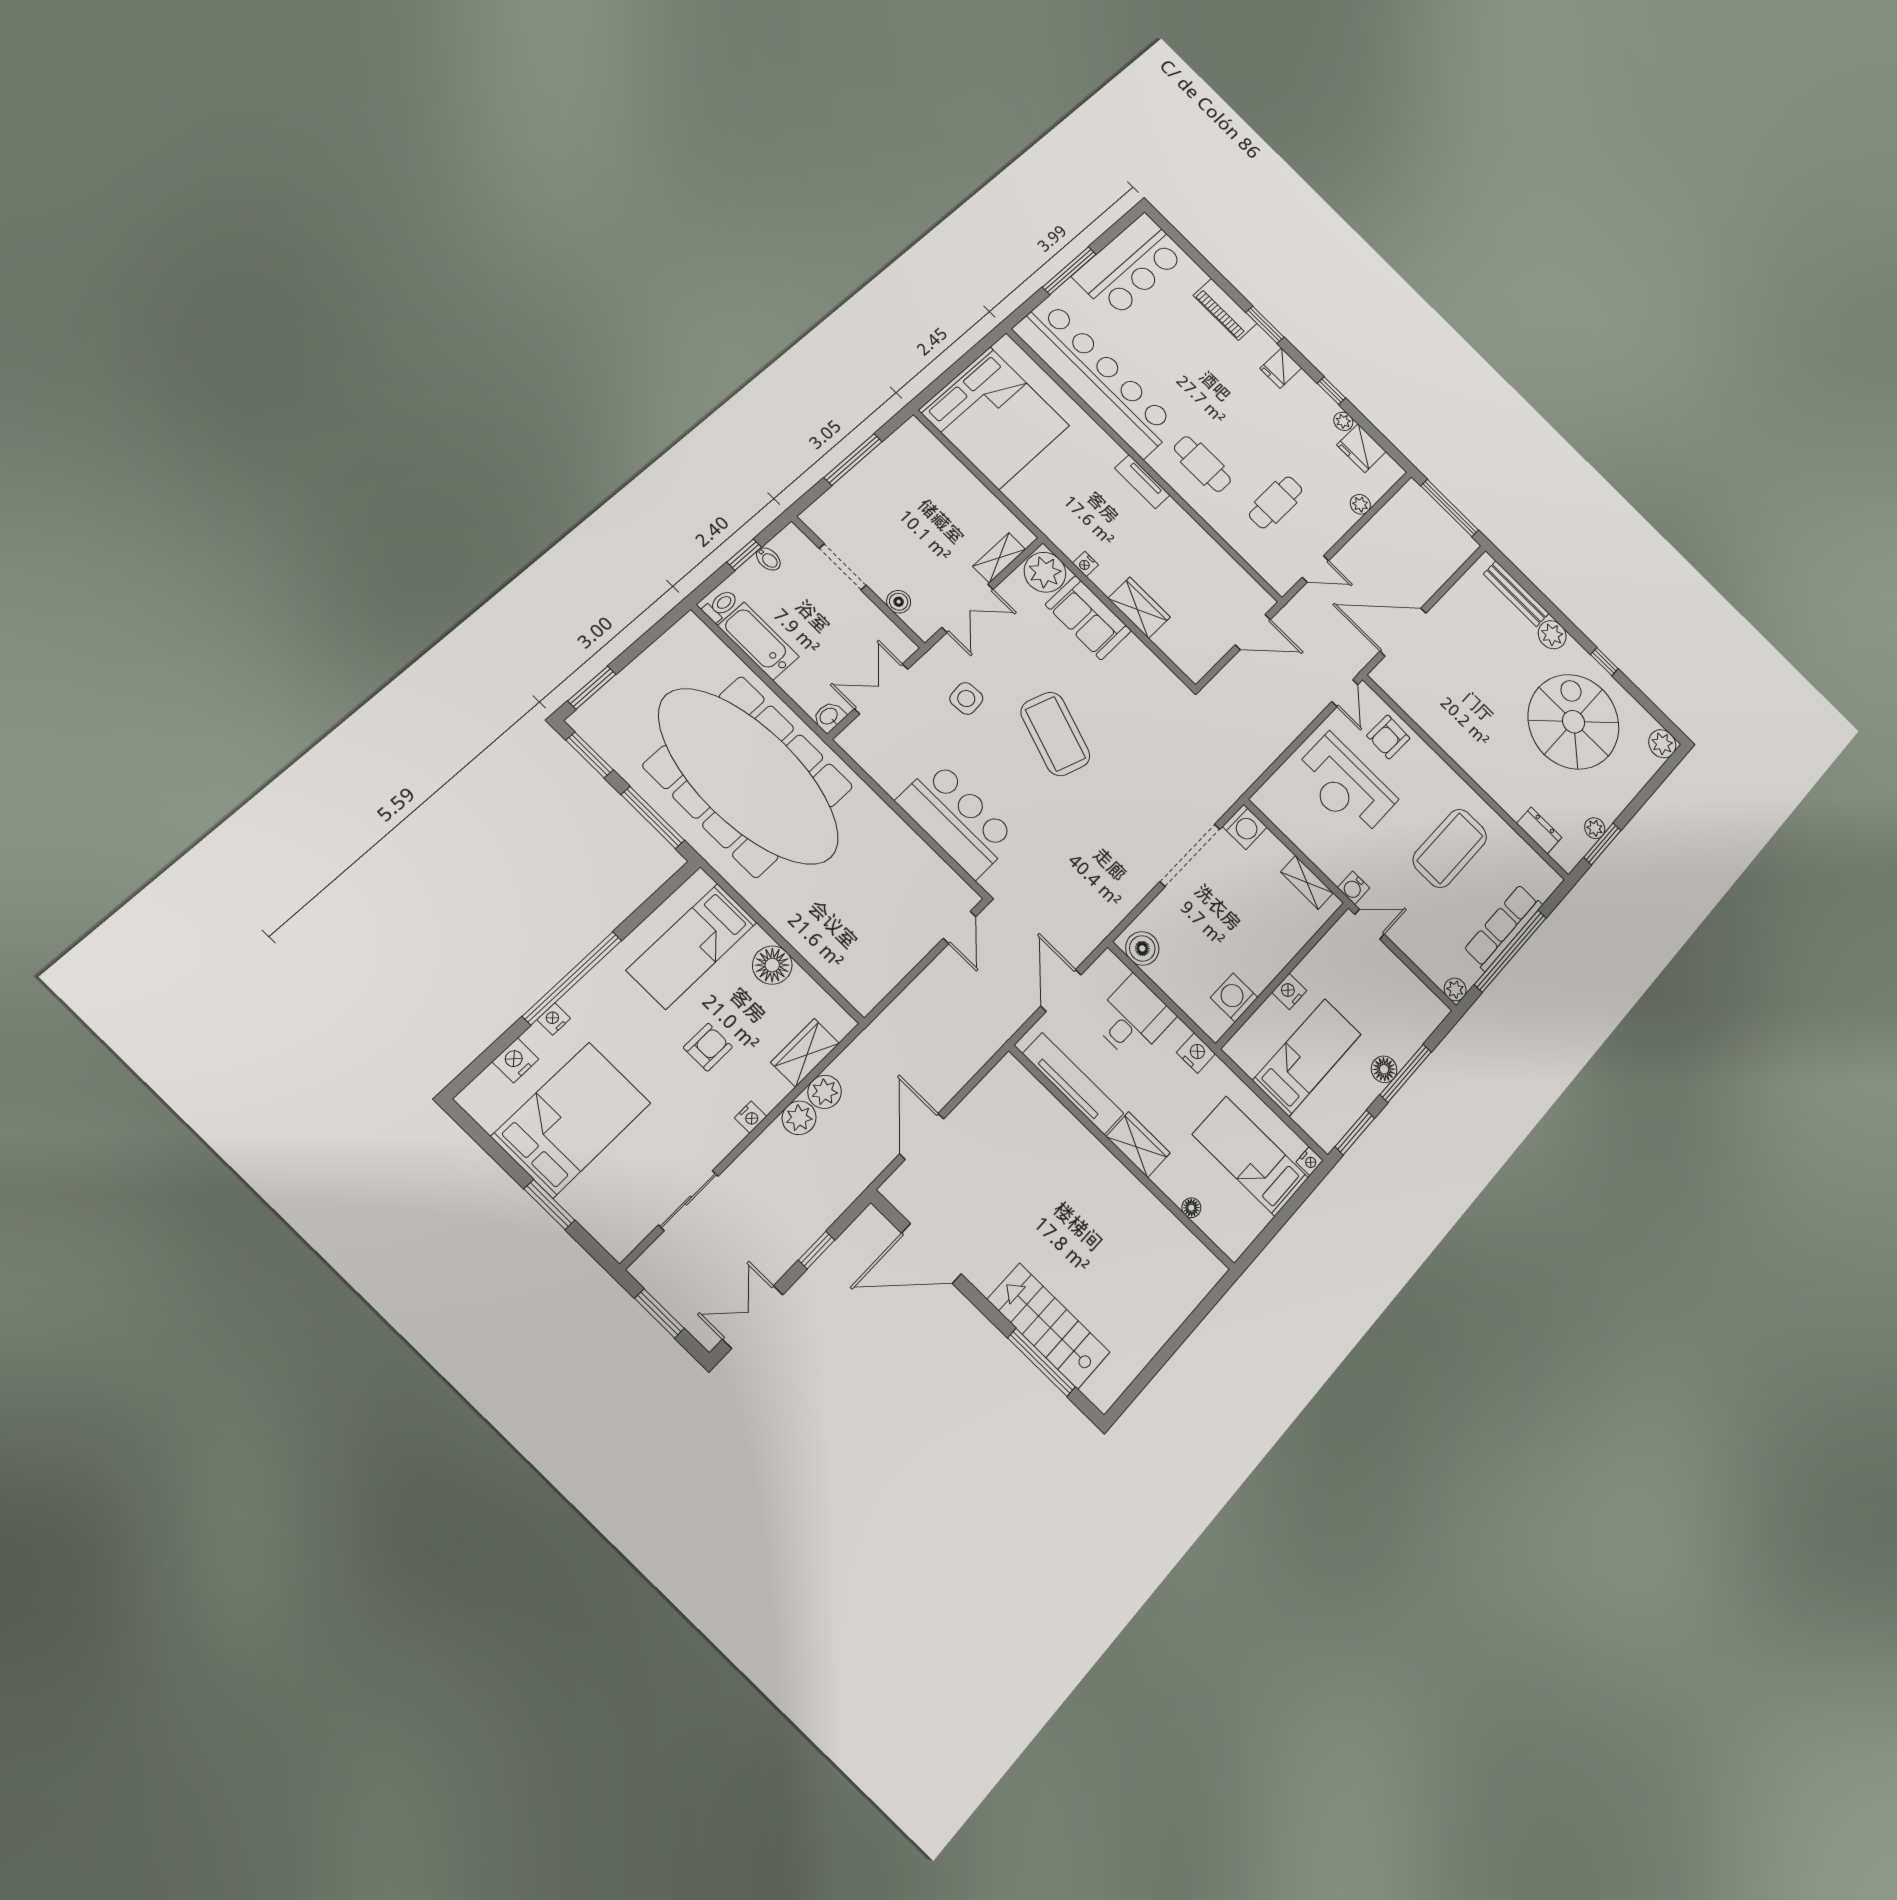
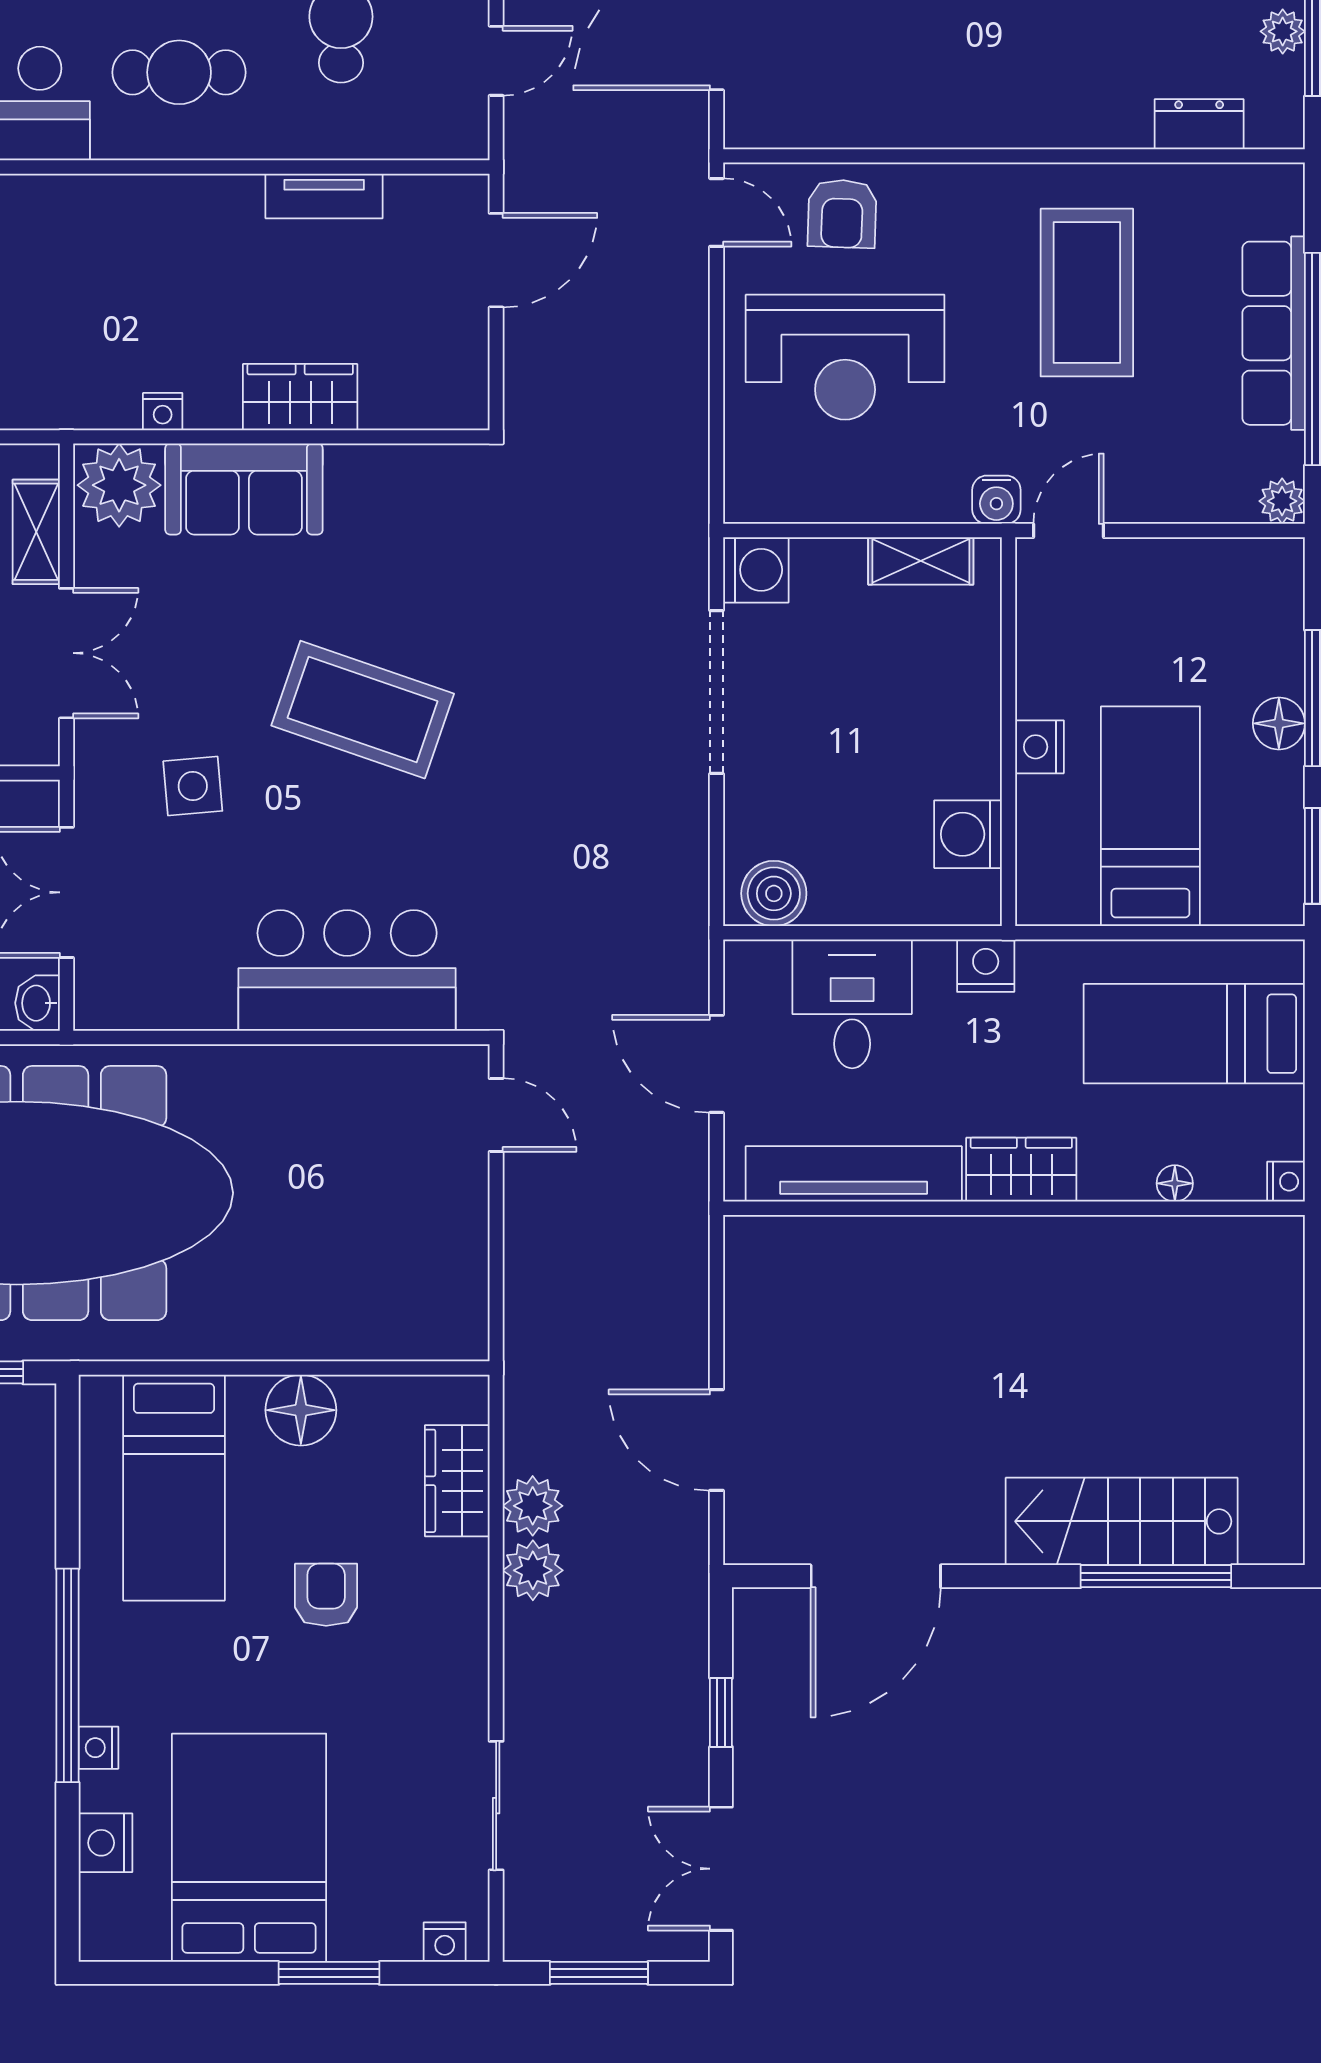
tv unit: (1142, 482) -> (324, 196), moved
nightstand: (751, 1117) -> (445, 1942), moved, turned 90
nightstand: (1310, 1161) -> (1286, 1182), moved

